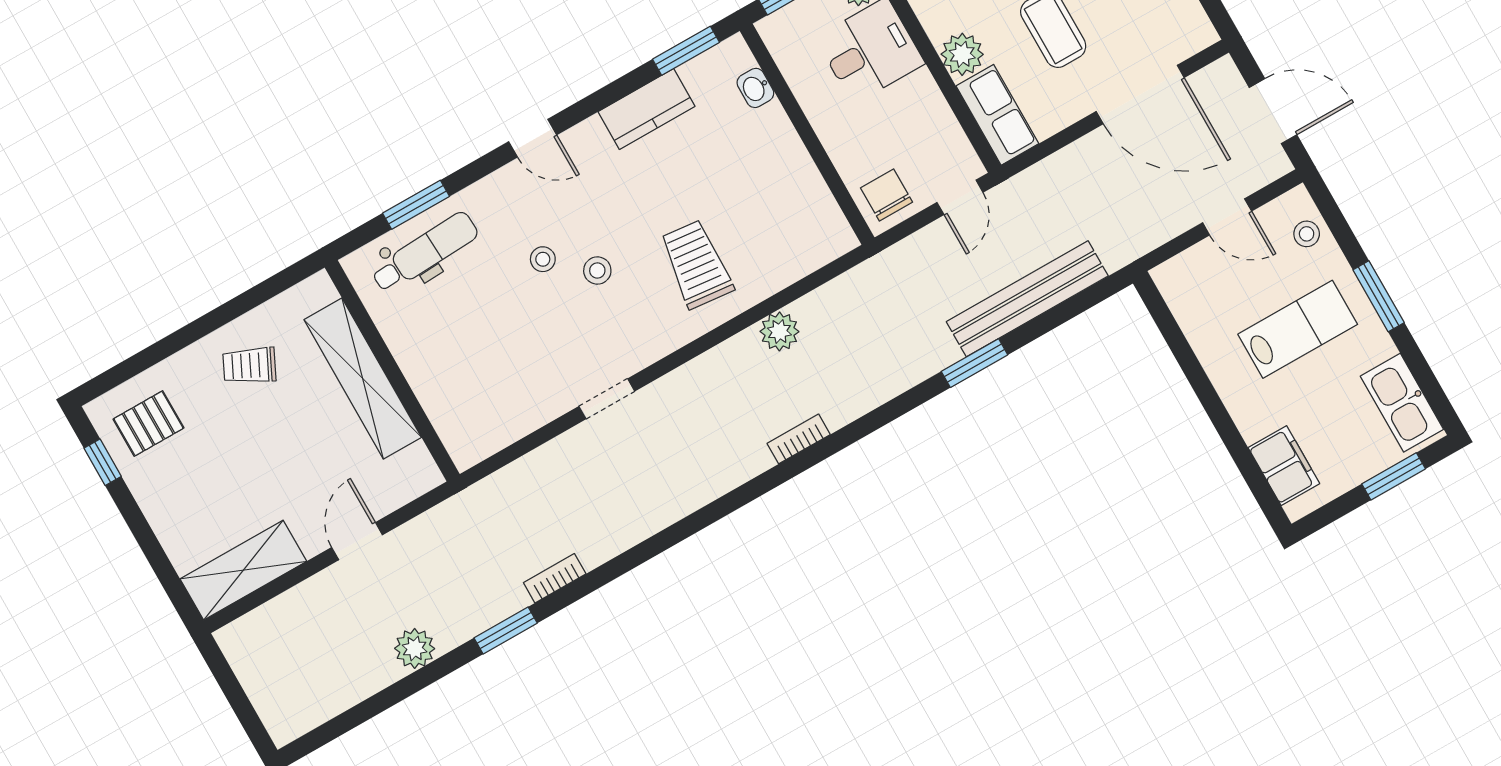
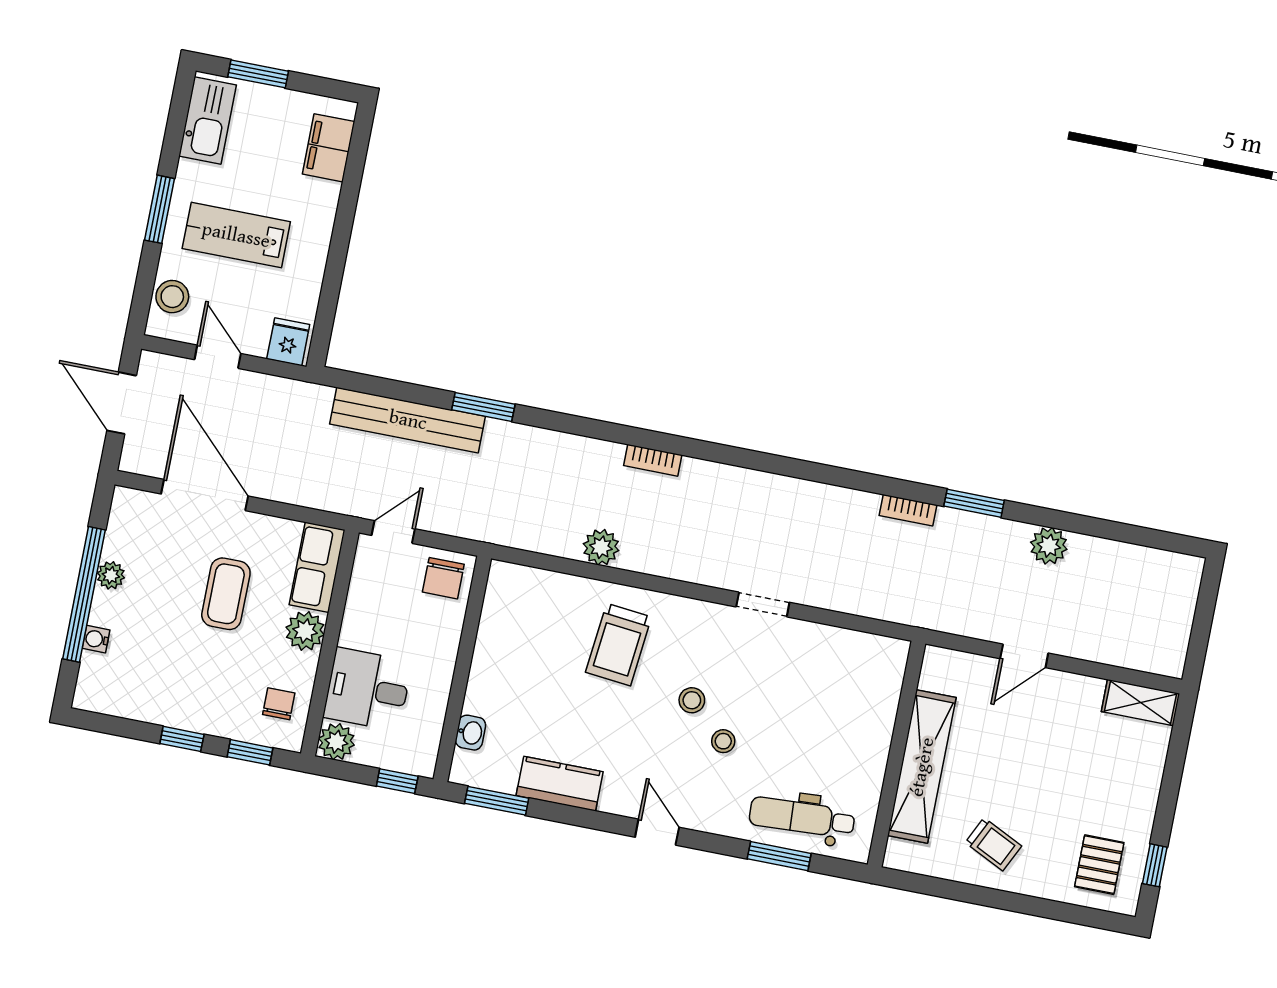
stool: (1307, 234) -> (172, 297), width x1.37, depth x1.37
fridge: (1180, 279) -> (288, 342), added
pallet: (148, 424) -> (1099, 865), turned 90
shelving: (243, 570) -> (1141, 703), width x0.67, depth x0.75

